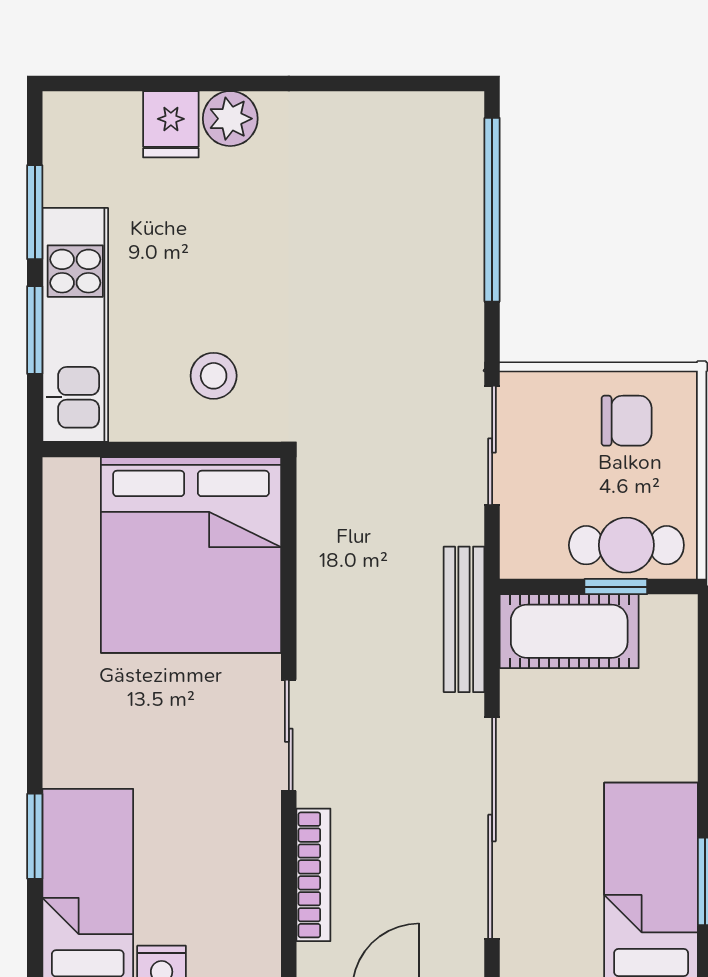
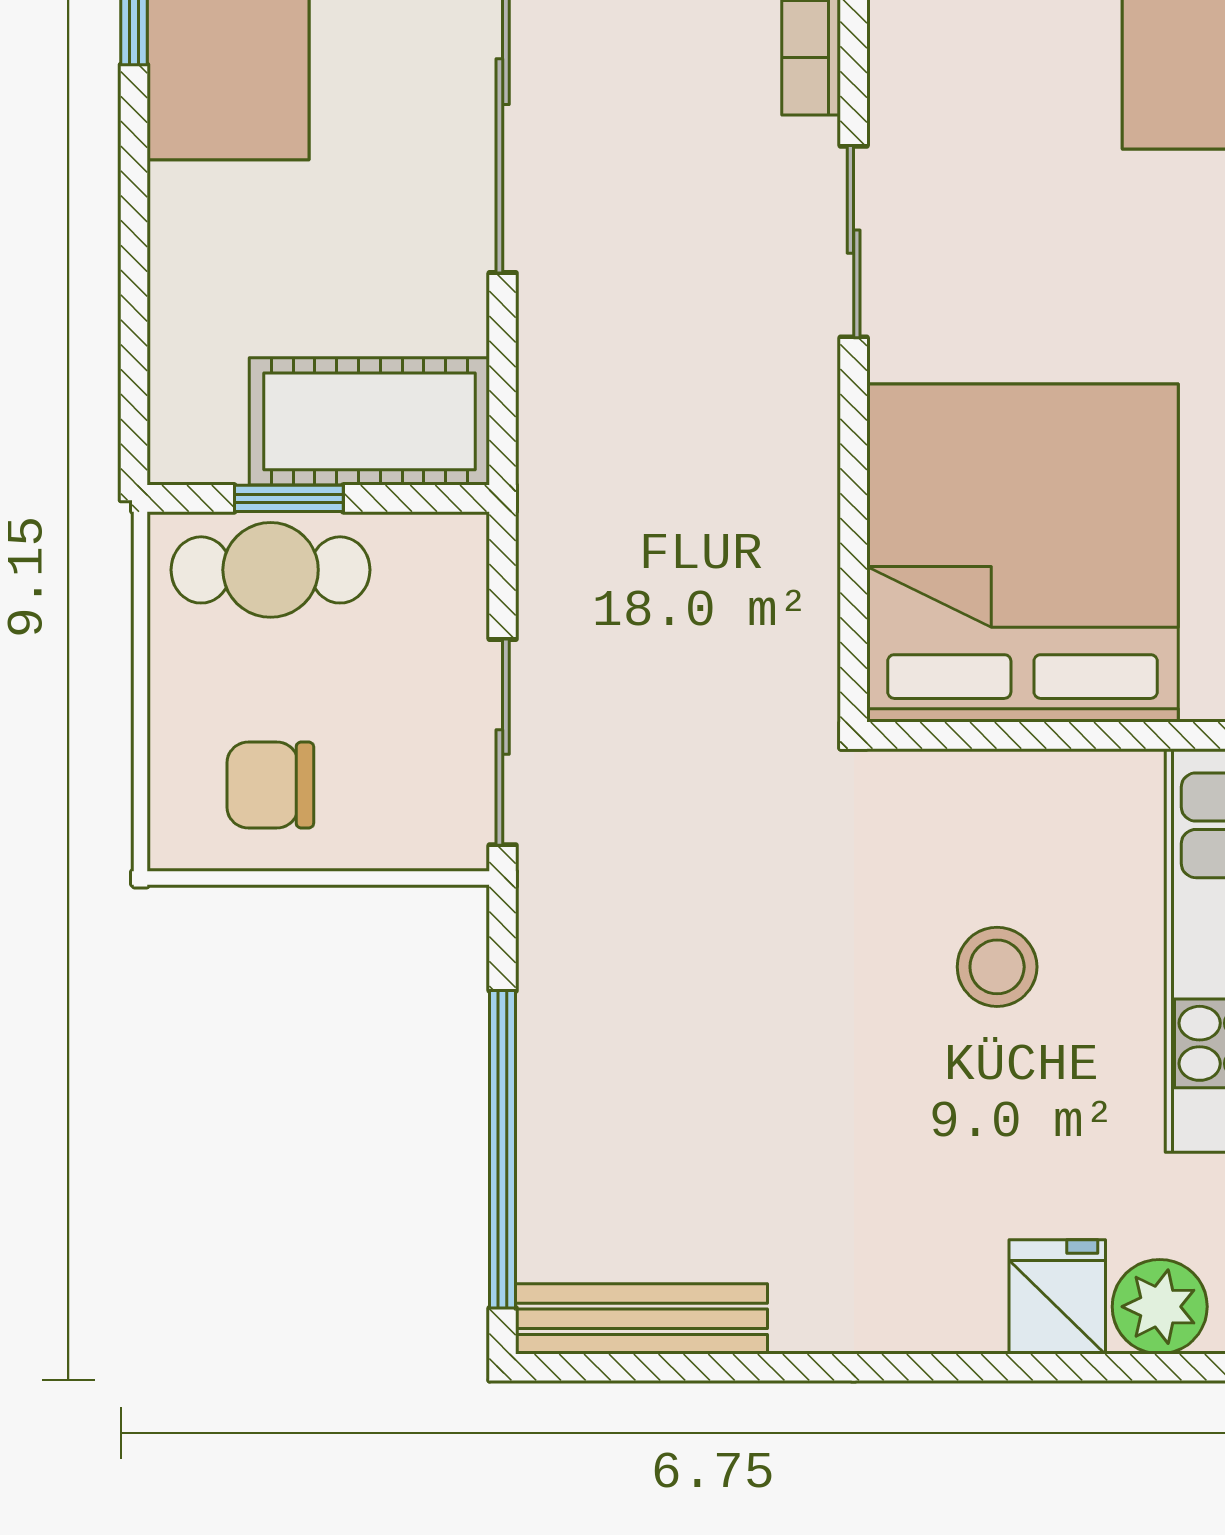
plant: (230, 119) -> (1160, 1307), moved
stool: (214, 376) -> (997, 967), moved
bench: (464, 619) -> (642, 1319), moved, turned 90

